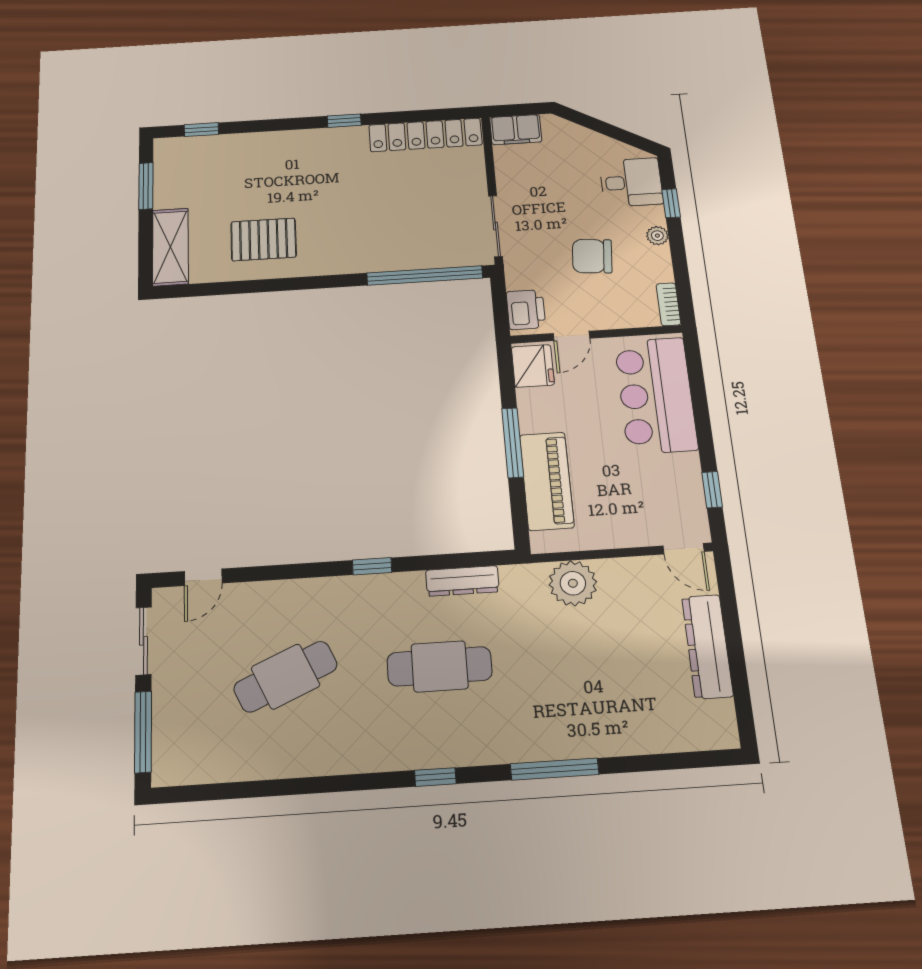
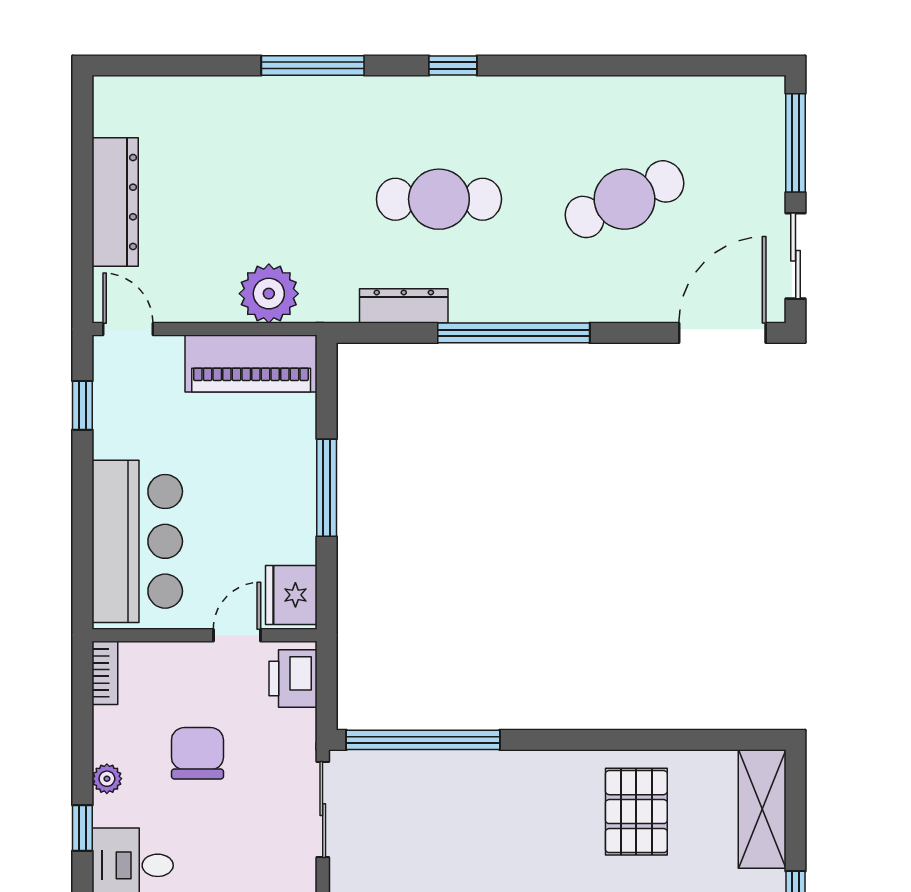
pallet: (264, 239) -> (636, 812), turned 90
chair: (592, 256) -> (197, 753), turned -95
piano: (547, 481) -> (251, 363), moved, turned -90
window: (372, 566) -> (514, 333), width x3.17
door: (203, 577) -> (722, 333), width x1.87

